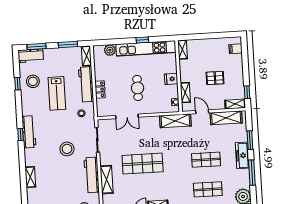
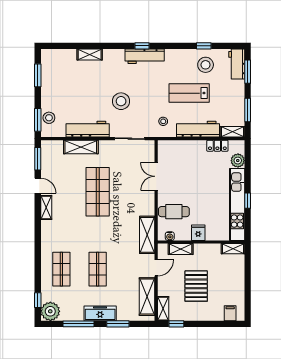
pallet: (215, 78) -> (196, 286), width x1.50, depth x1.42
cafe table: (138, 88) -> (174, 212), moved
locker: (100, 89) -> (217, 146), moved

